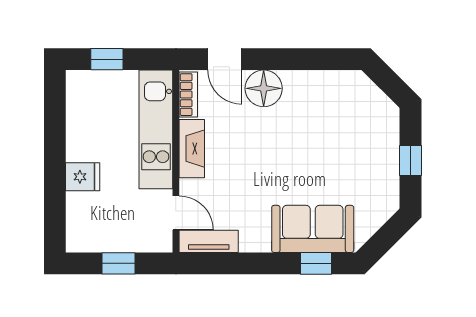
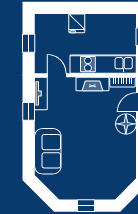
door: (176, 213) -> (57, 75), swing flipped
window: (316, 263) -> (29, 111), moved

